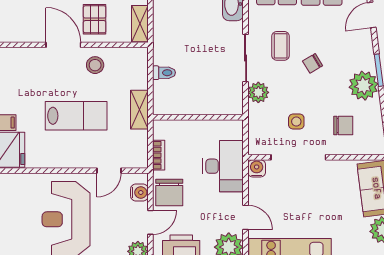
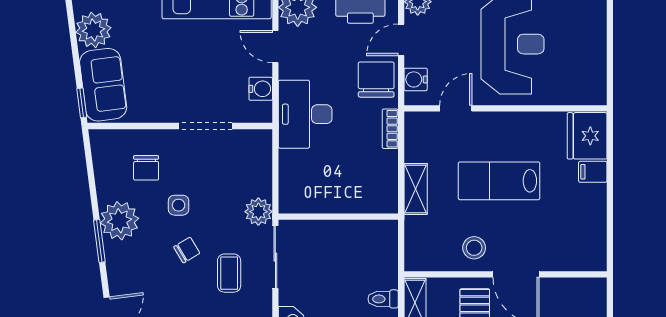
toilet: (164, 73) -> (383, 299), moved
wall: (198, 117) -> (338, 217), moved
side table: (296, 122) -> (179, 205), moved
chair: (343, 126) -> (146, 168), turned -90
doorway: (298, 157) -> (206, 126), width x0.73
water cooler: (257, 168) -> (261, 89), moved, turned -90

